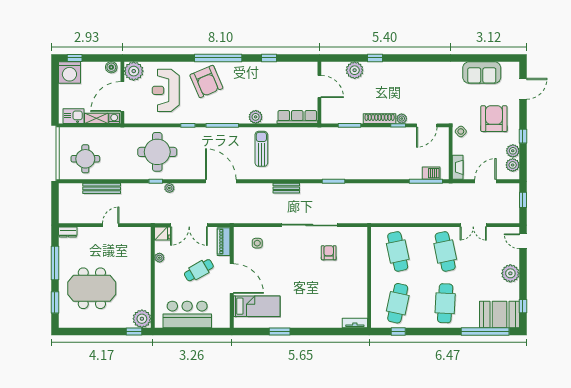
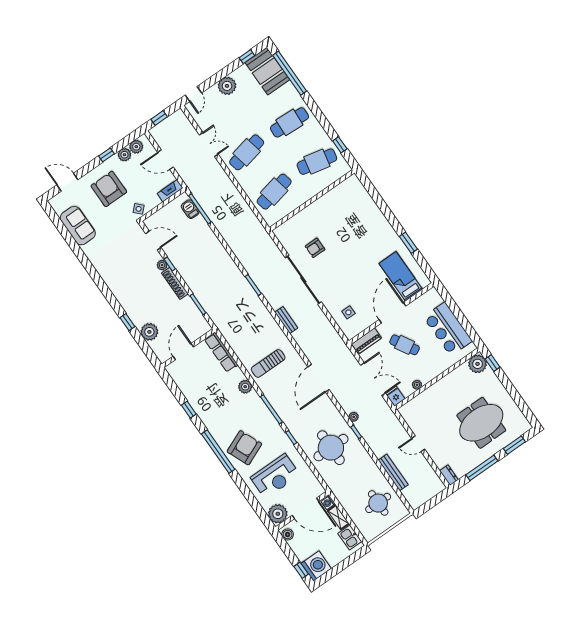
armchair: (494, 119) -> (109, 189), turned 90
meeting table: (92, 288) -> (481, 423), turned 90
tv unit: (355, 323) -> (358, 186), removed

